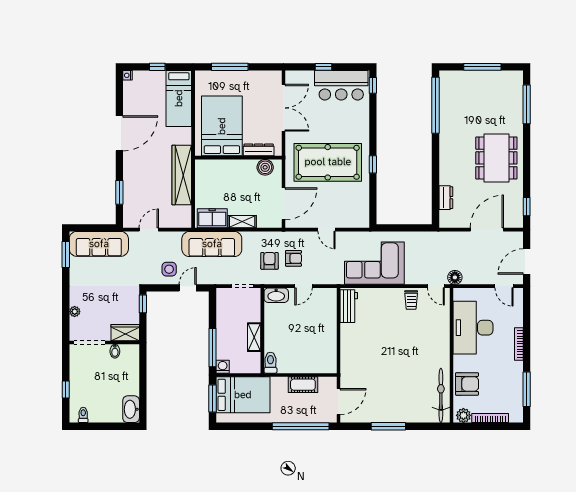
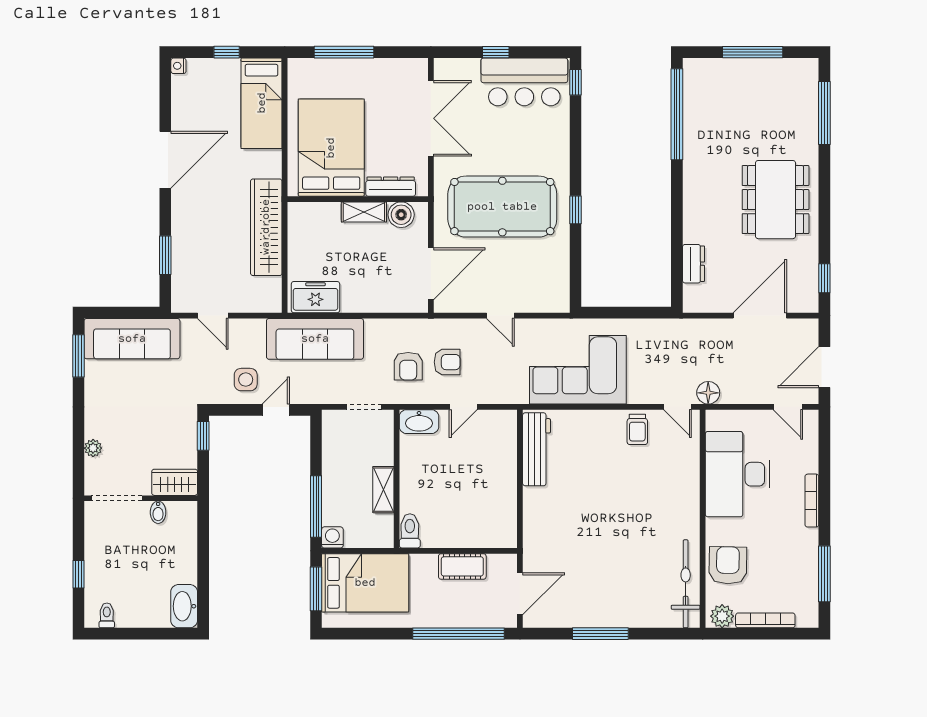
shelving: (242, 222) -> (364, 212), moved
door: (149, 230) -> (213, 316), swing flipped
armchair: (269, 261) -> (408, 366), turned 180
workbench: (349, 306) -> (537, 449), width x1.37
armchair: (467, 384) -> (728, 565), turned -89

